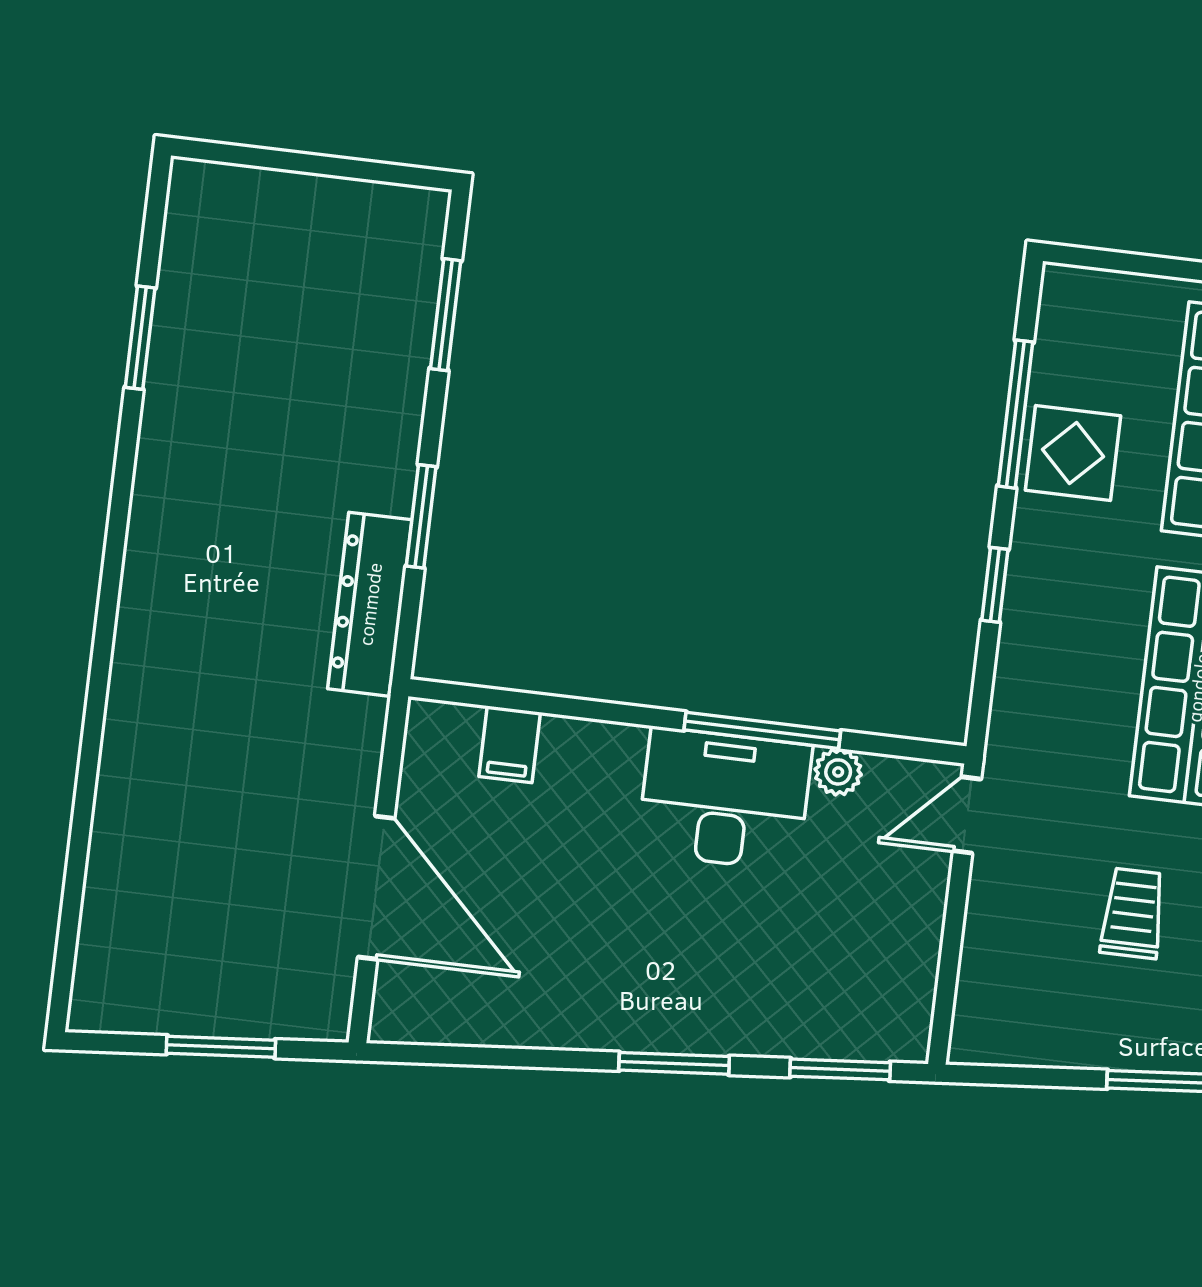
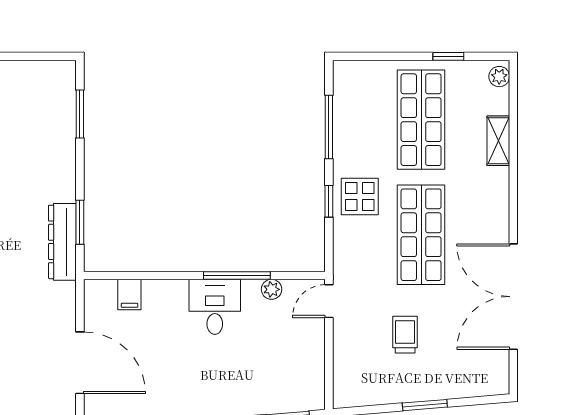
display table: (1073, 453) -> (360, 196), moved
window: (421, 516) -> (80, 222), moved
desk: (725, 799) -> (215, 307), width x0.73

